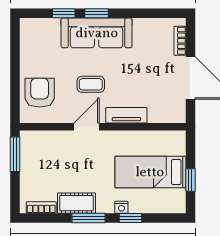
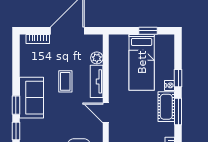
sofa: (97, 33) -> (32, 98), width x0.73
coffee table: (91, 84) -> (65, 81), moved
plant: (156, 115) -> (97, 58), added
cot: (76, 203) -> (166, 107), moved

